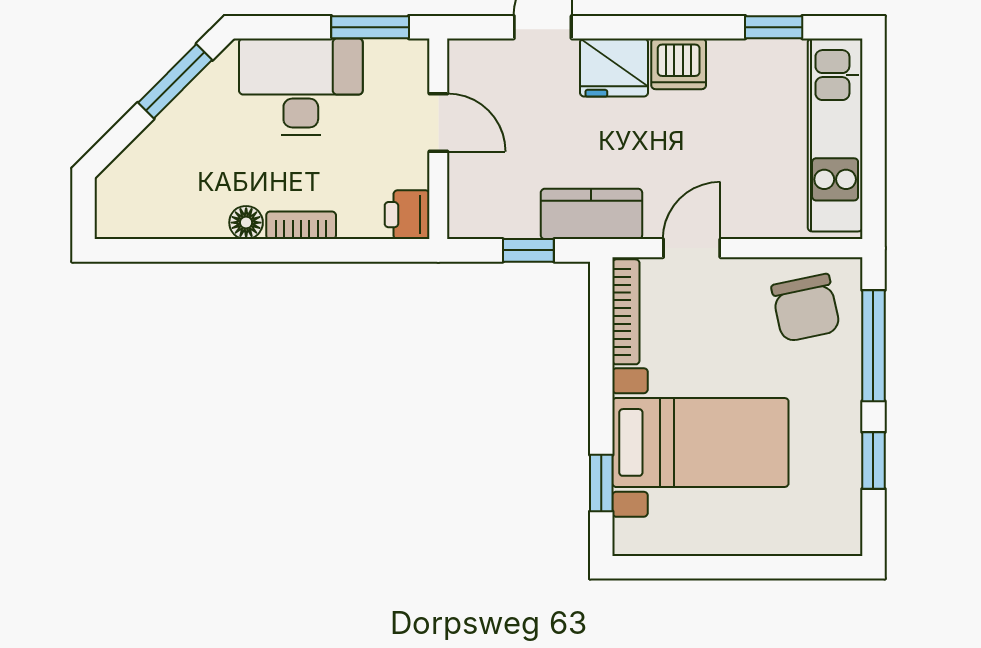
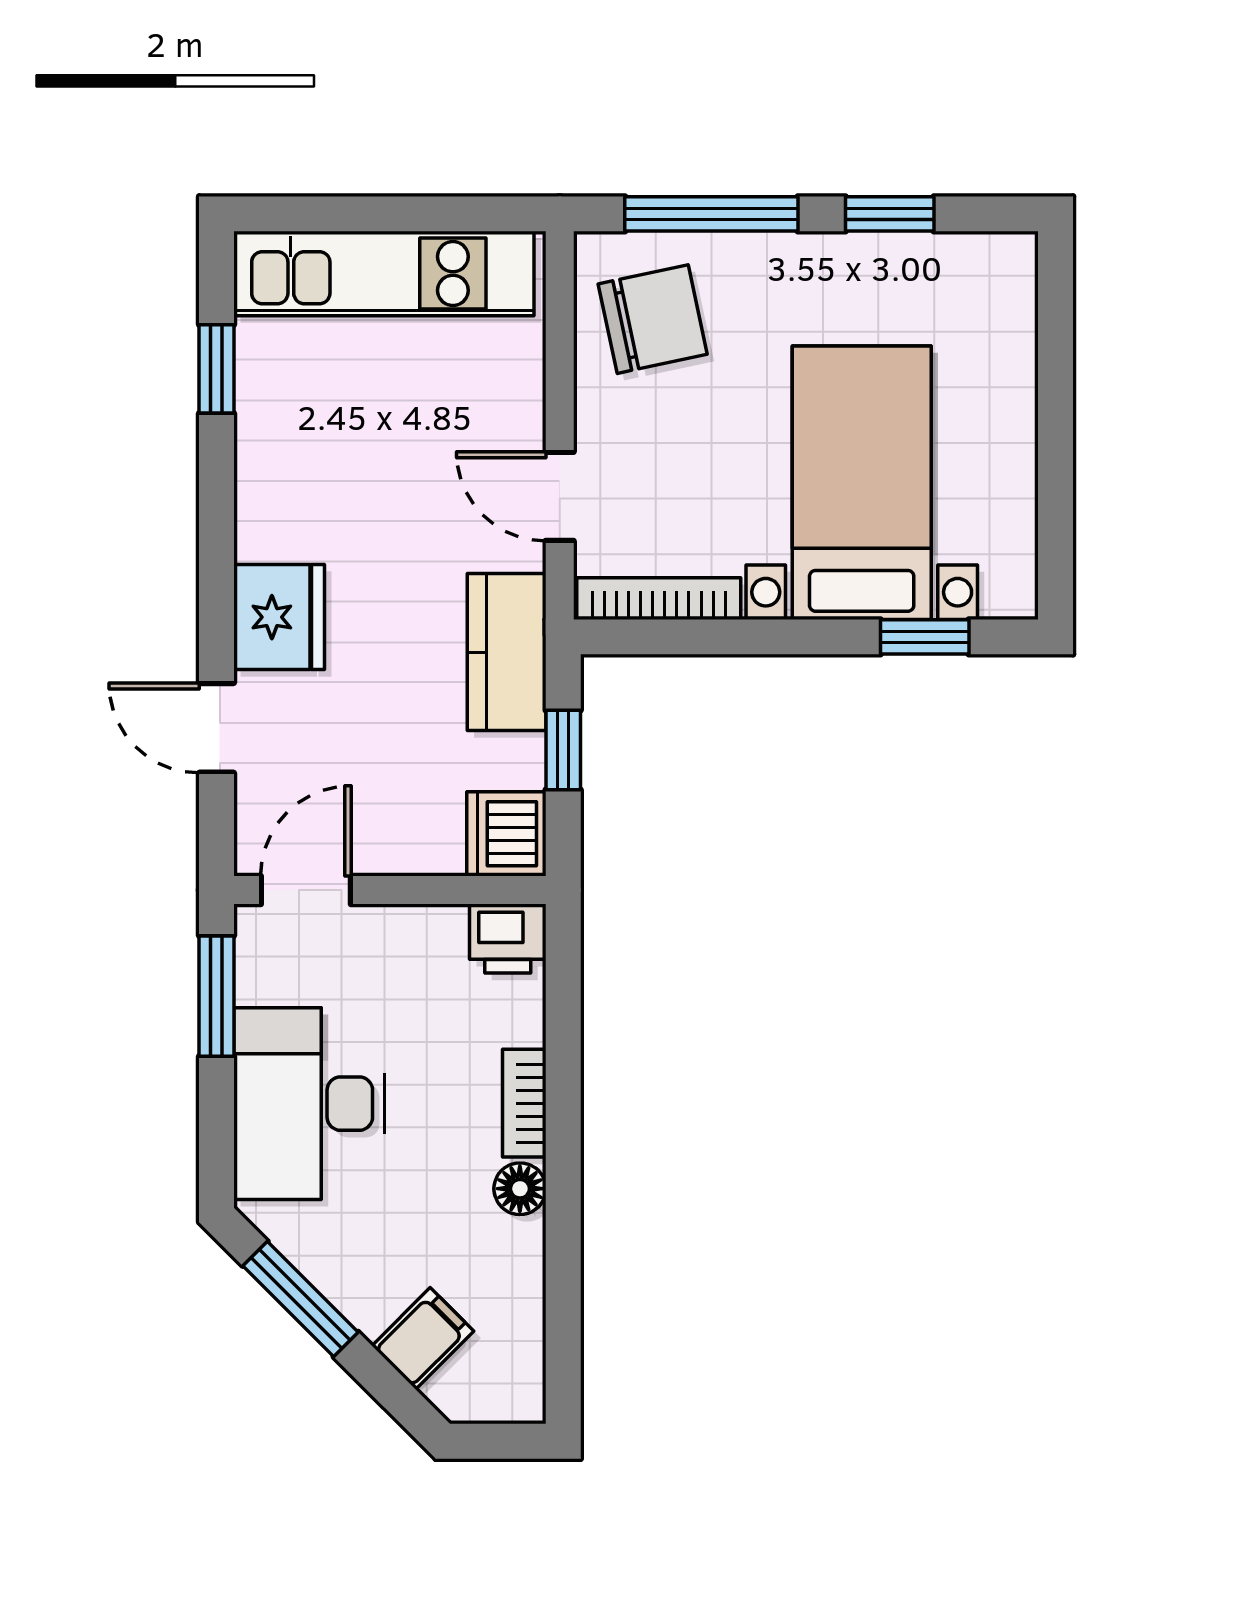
dishwasher: (679, 64) -> (506, 834), moved, turned 180
door: (438, 122) -> (306, 890), moved
filing cabinet: (150, 160) -> (423, 1338), added

